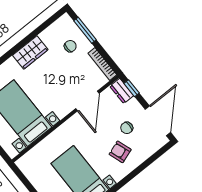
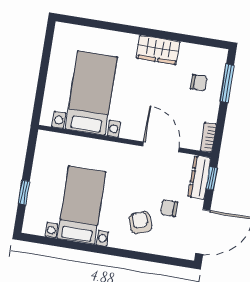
bookcase: (102, 64) -> (208, 137), width x0.64
dresser: (122, 91) -> (199, 177), width x1.44
door: (87, 101) -> (161, 147), swing flipped

